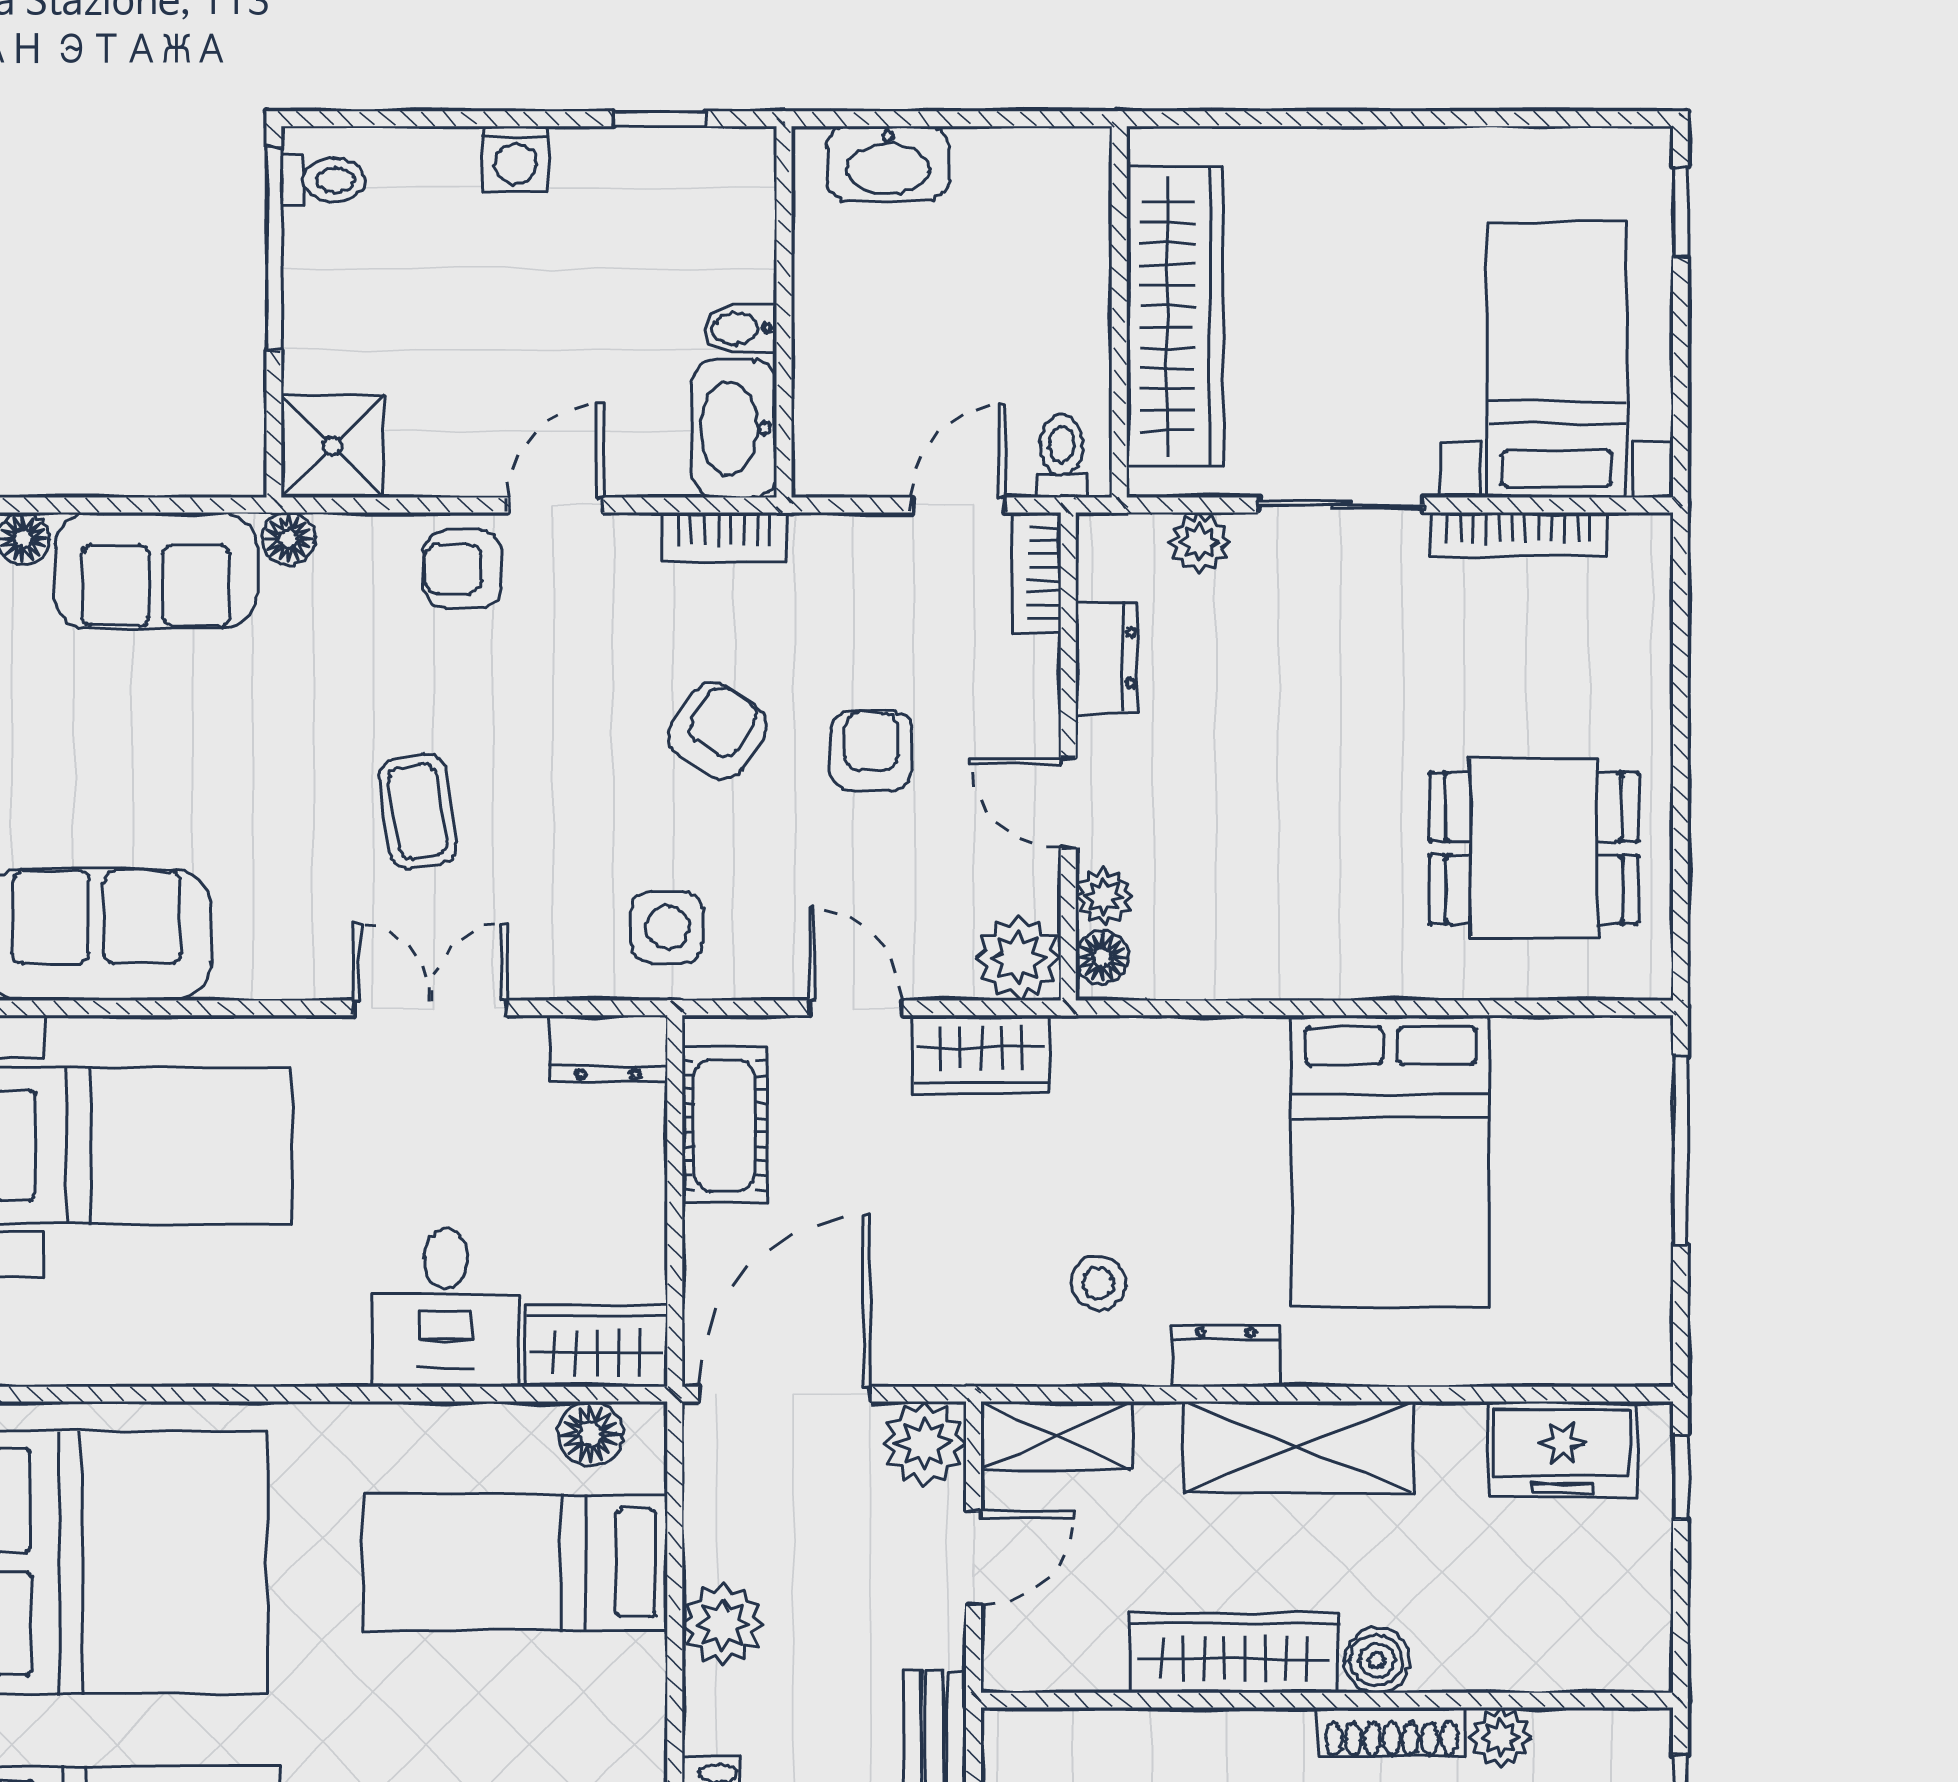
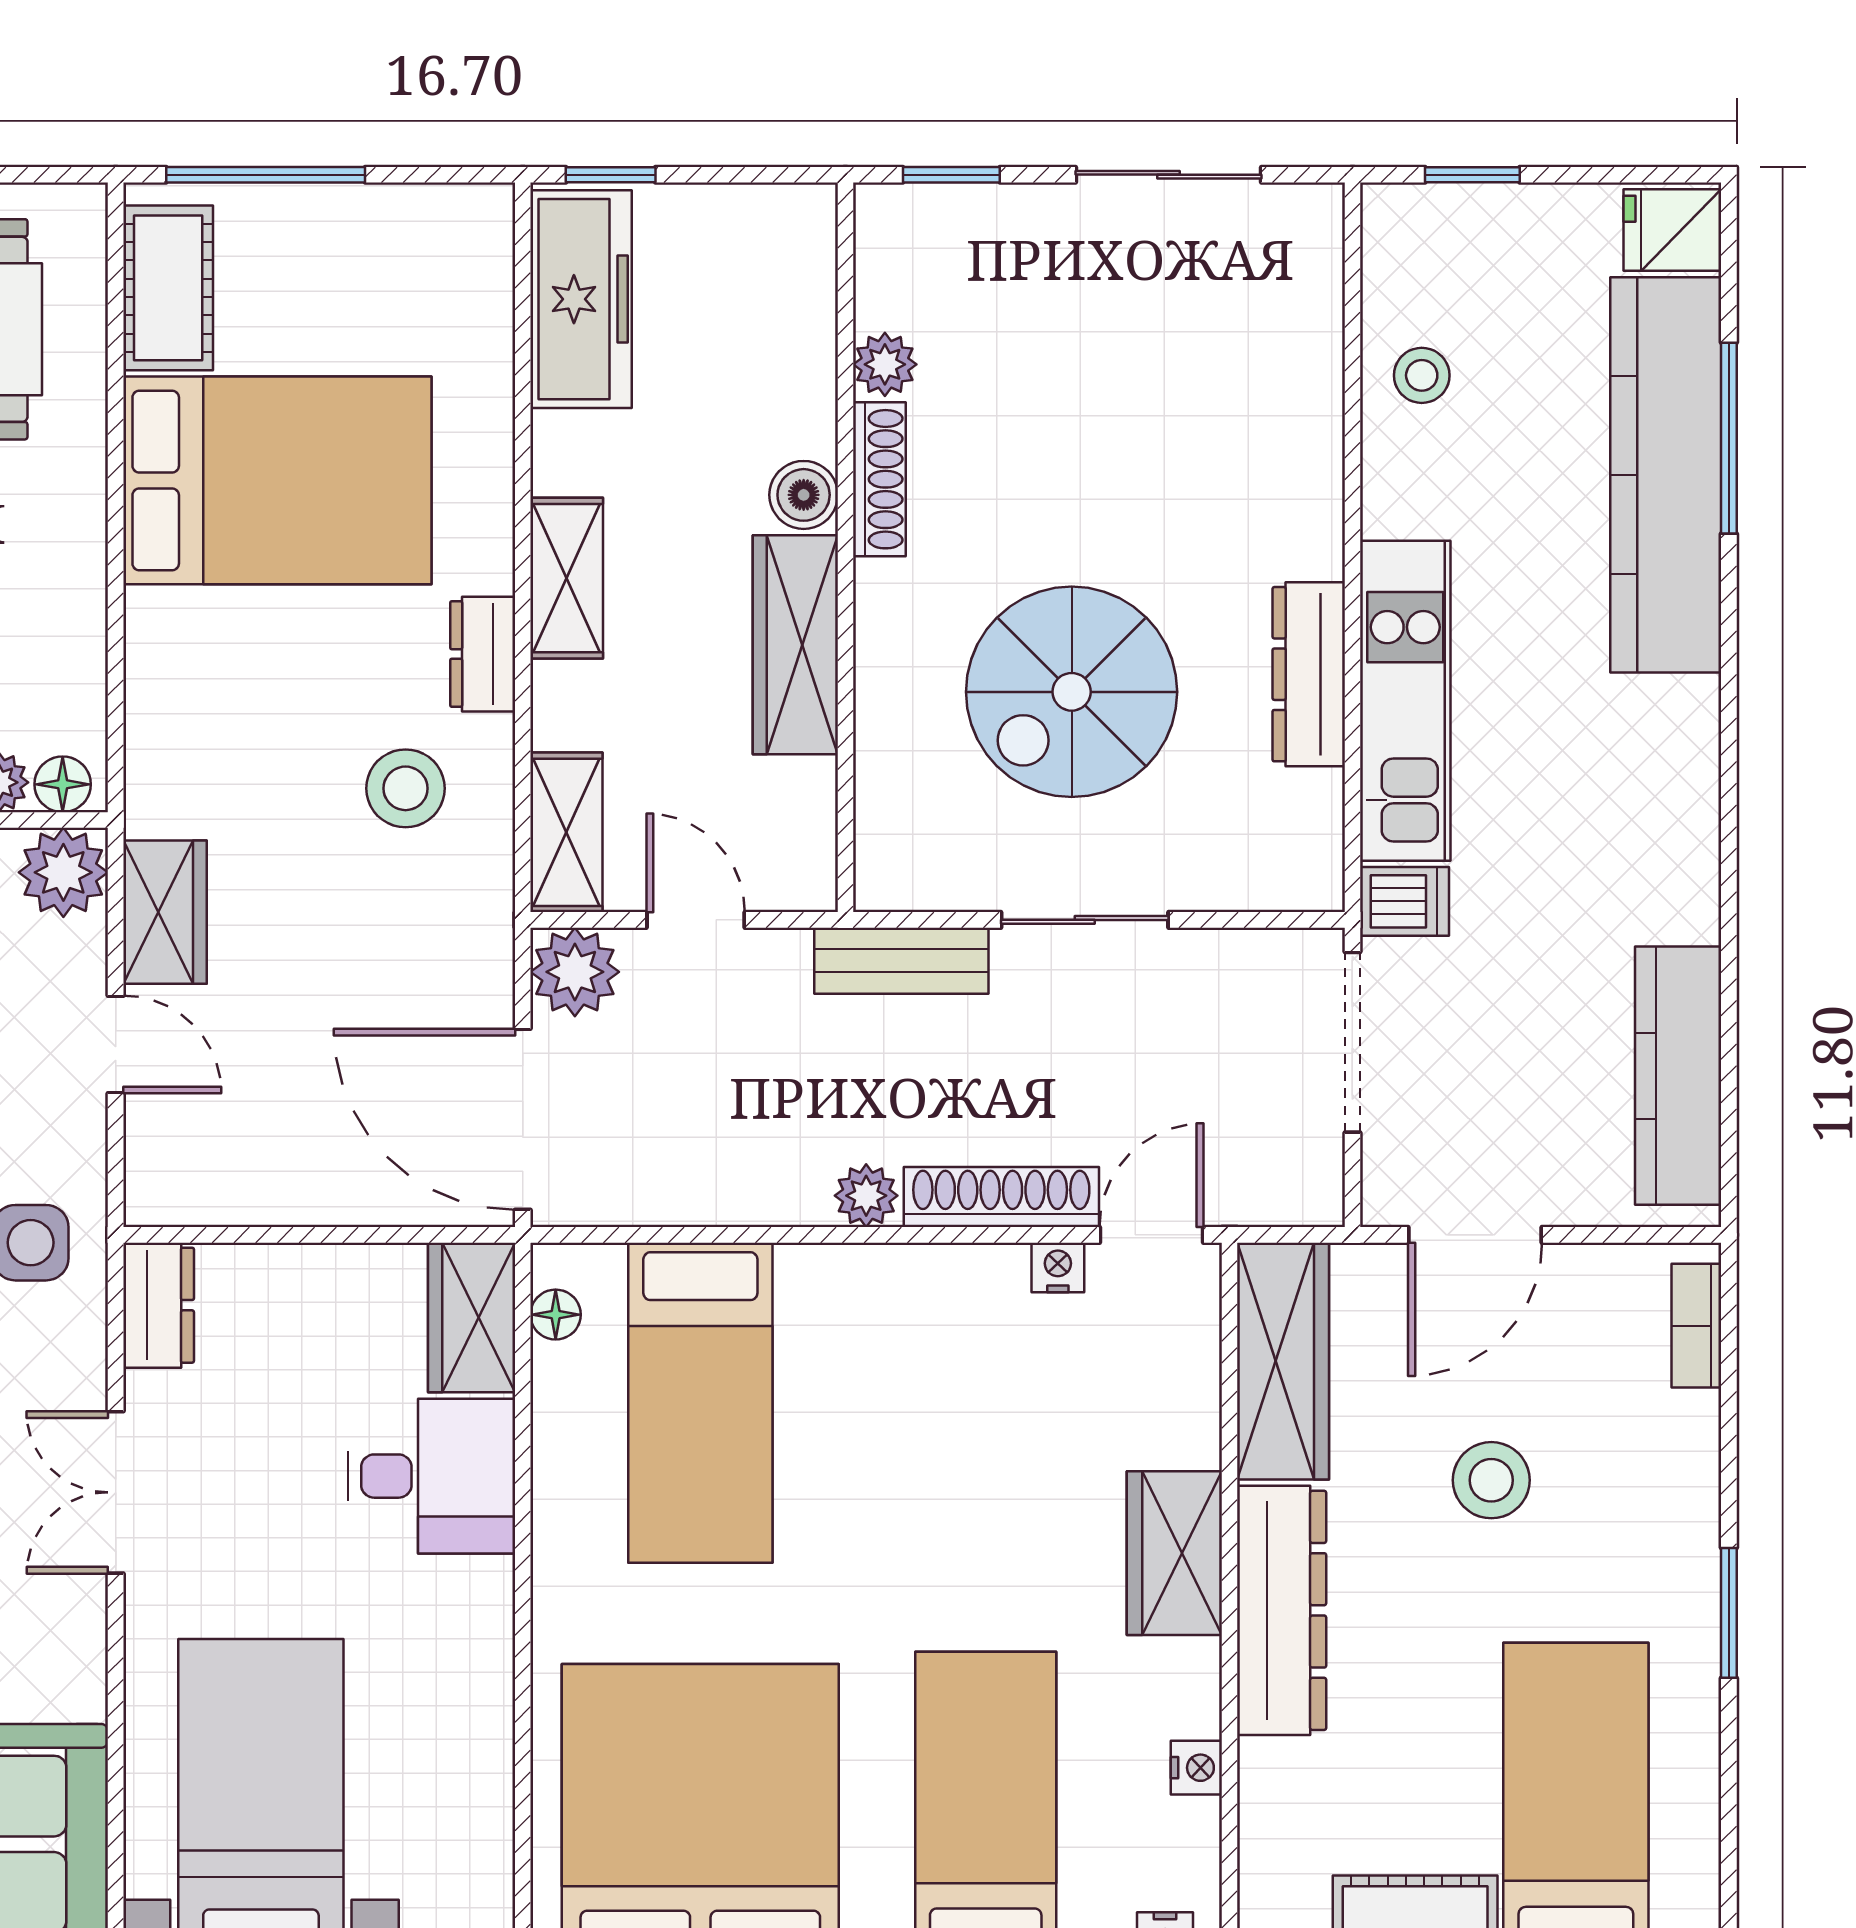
door: (855, 1008) -> (116, 1044), swing flipped
cot: (725, 1125) -> (168, 288), moved, turned 90
stool: (1098, 1283) -> (406, 788), width x1.37, depth x1.37
floor lamp: (590, 1434) -> (556, 1315), width x0.73, depth x0.73
shelving: (1298, 1447) -> (567, 578), width x0.67, depth x0.75
freezer: (1562, 1449) -> (581, 299), width x1.40
plant: (723, 1625) -> (866, 1196), moved, width x0.73, depth x0.73

